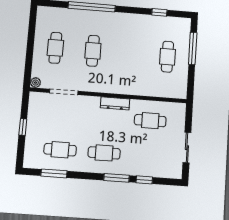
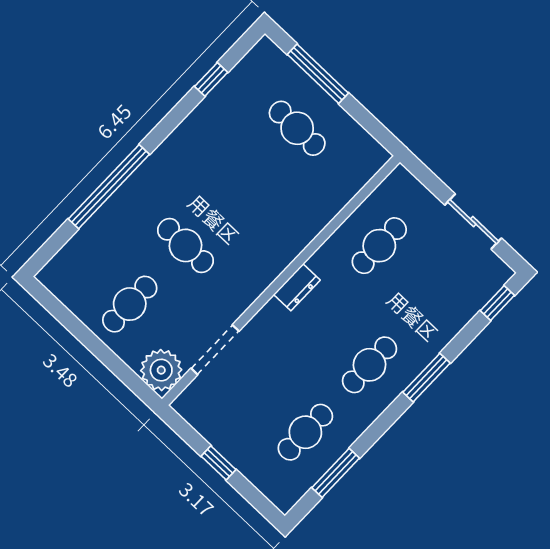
cafe table: (55, 48) -> (130, 304), turned 90
plant: (35, 83) -> (161, 370), width x1.88, depth x1.88
dresser: (115, 103) -> (297, 287), width x0.70
window: (144, 180) -> (497, 303), moved

